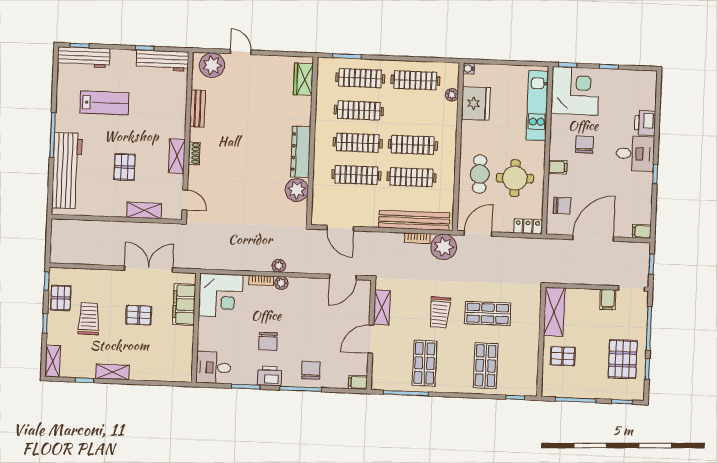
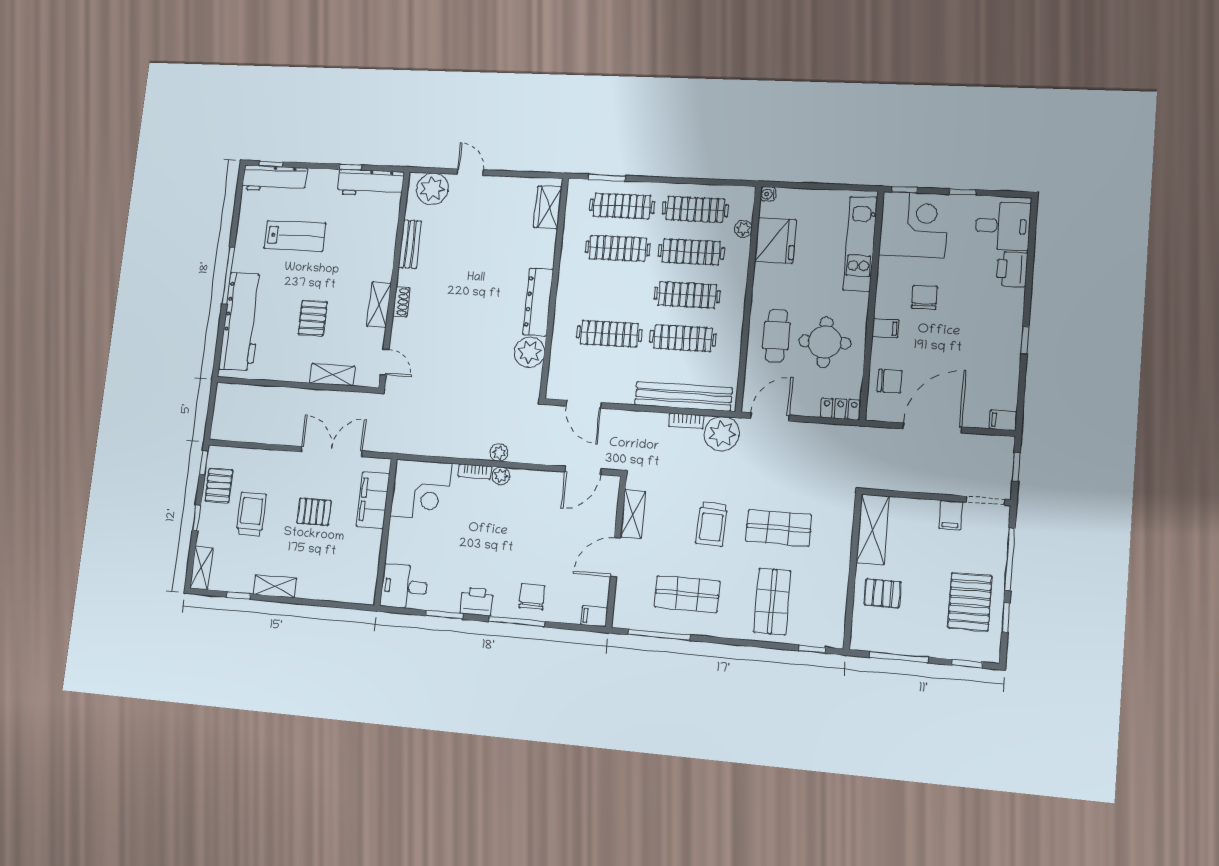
clothes rail: (358, 143) -> (691, 252), moved
desk: (635, 154) -> (1003, 226), moved
chair: (268, 341) -> (478, 554), removed
shop shelf: (424, 363) -> (687, 594), turned 90

